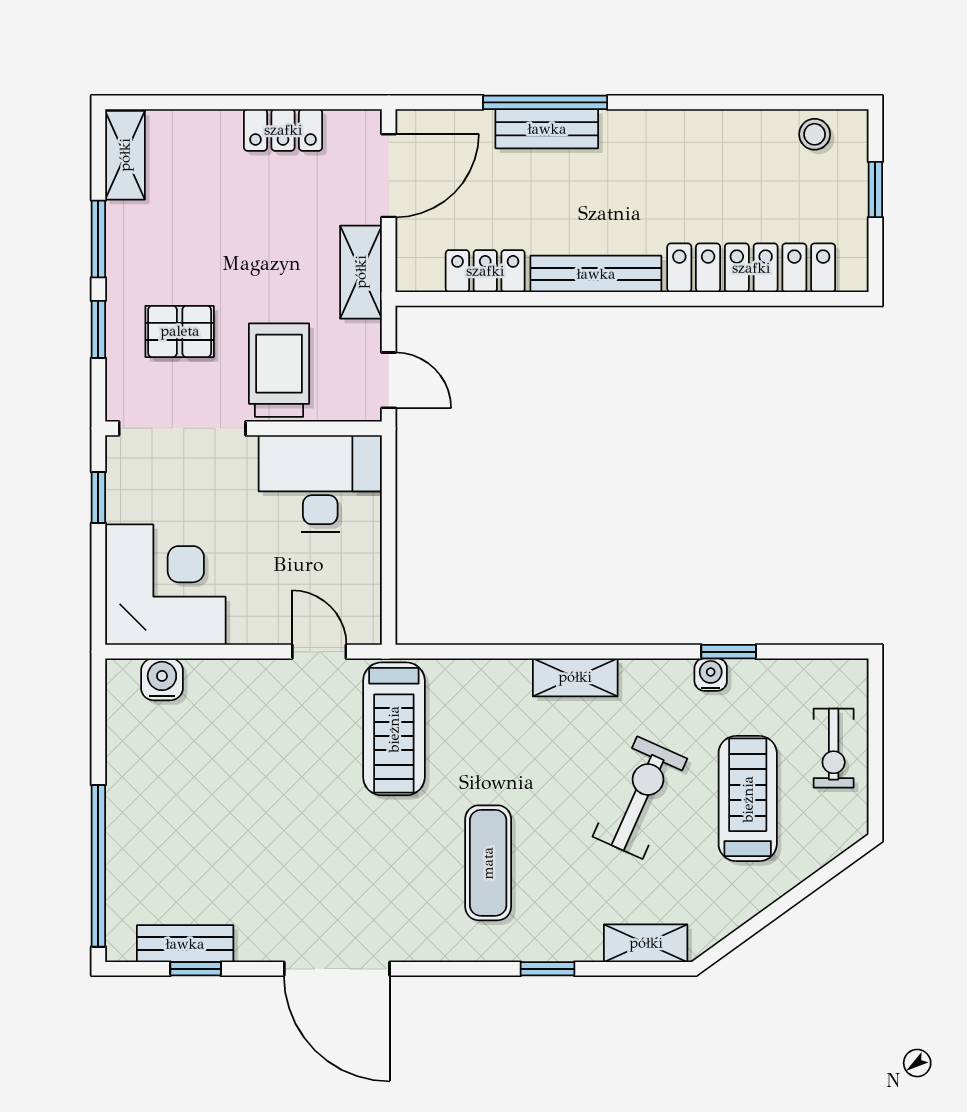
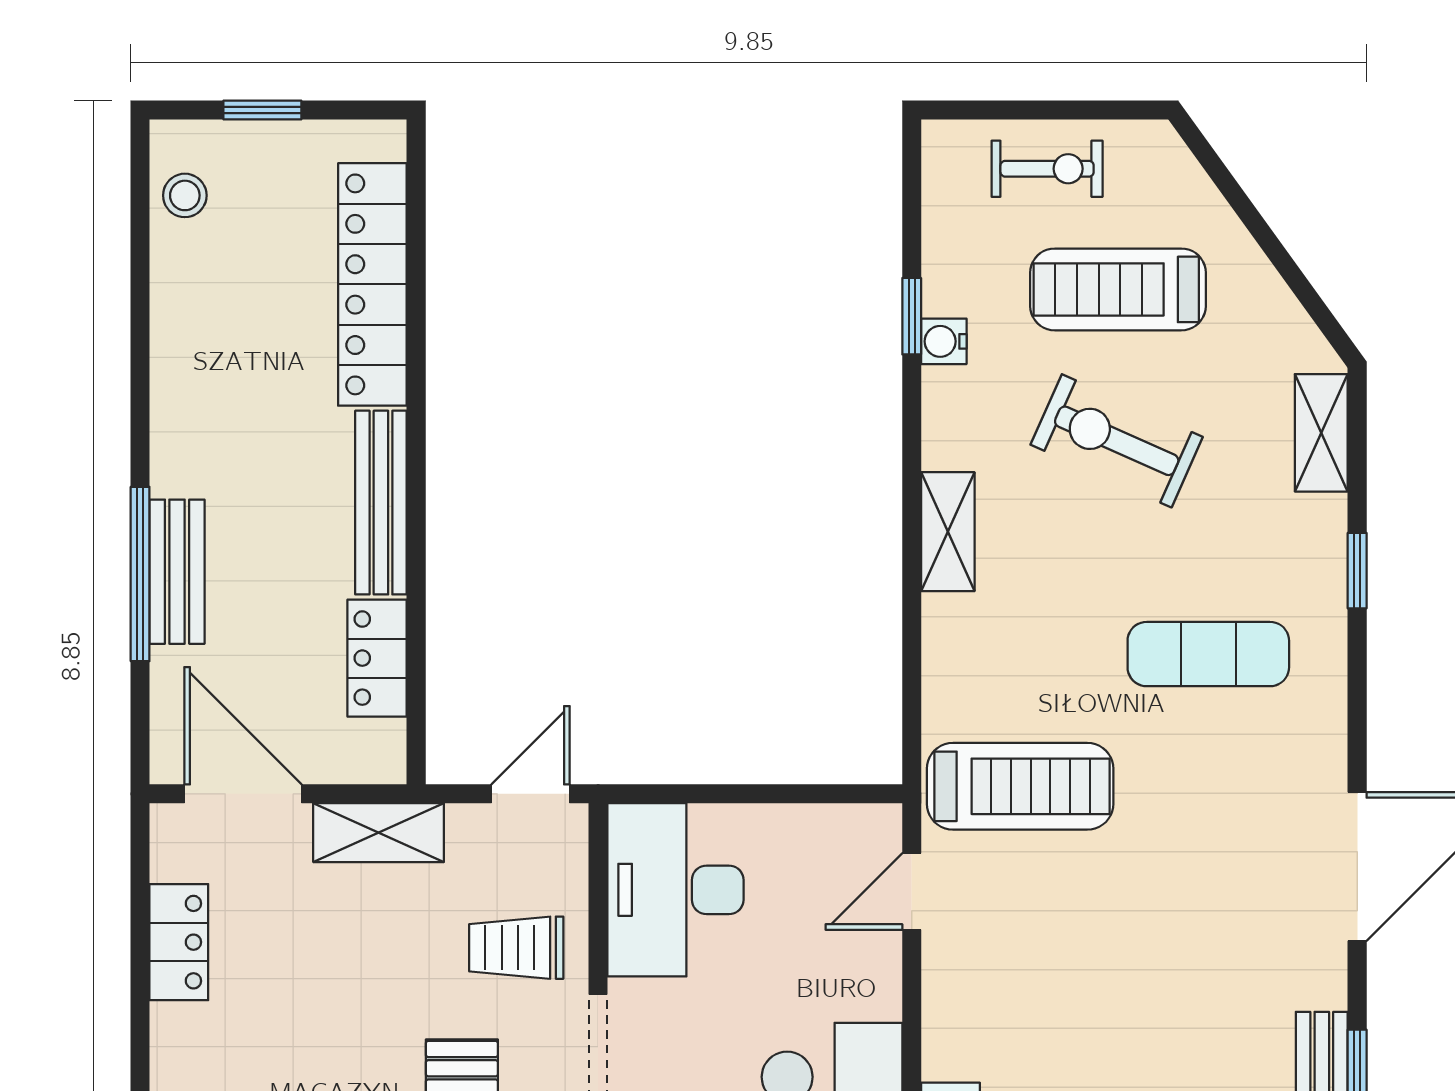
trolley: (279, 370) -> (516, 948), width x0.73, depth x0.72

